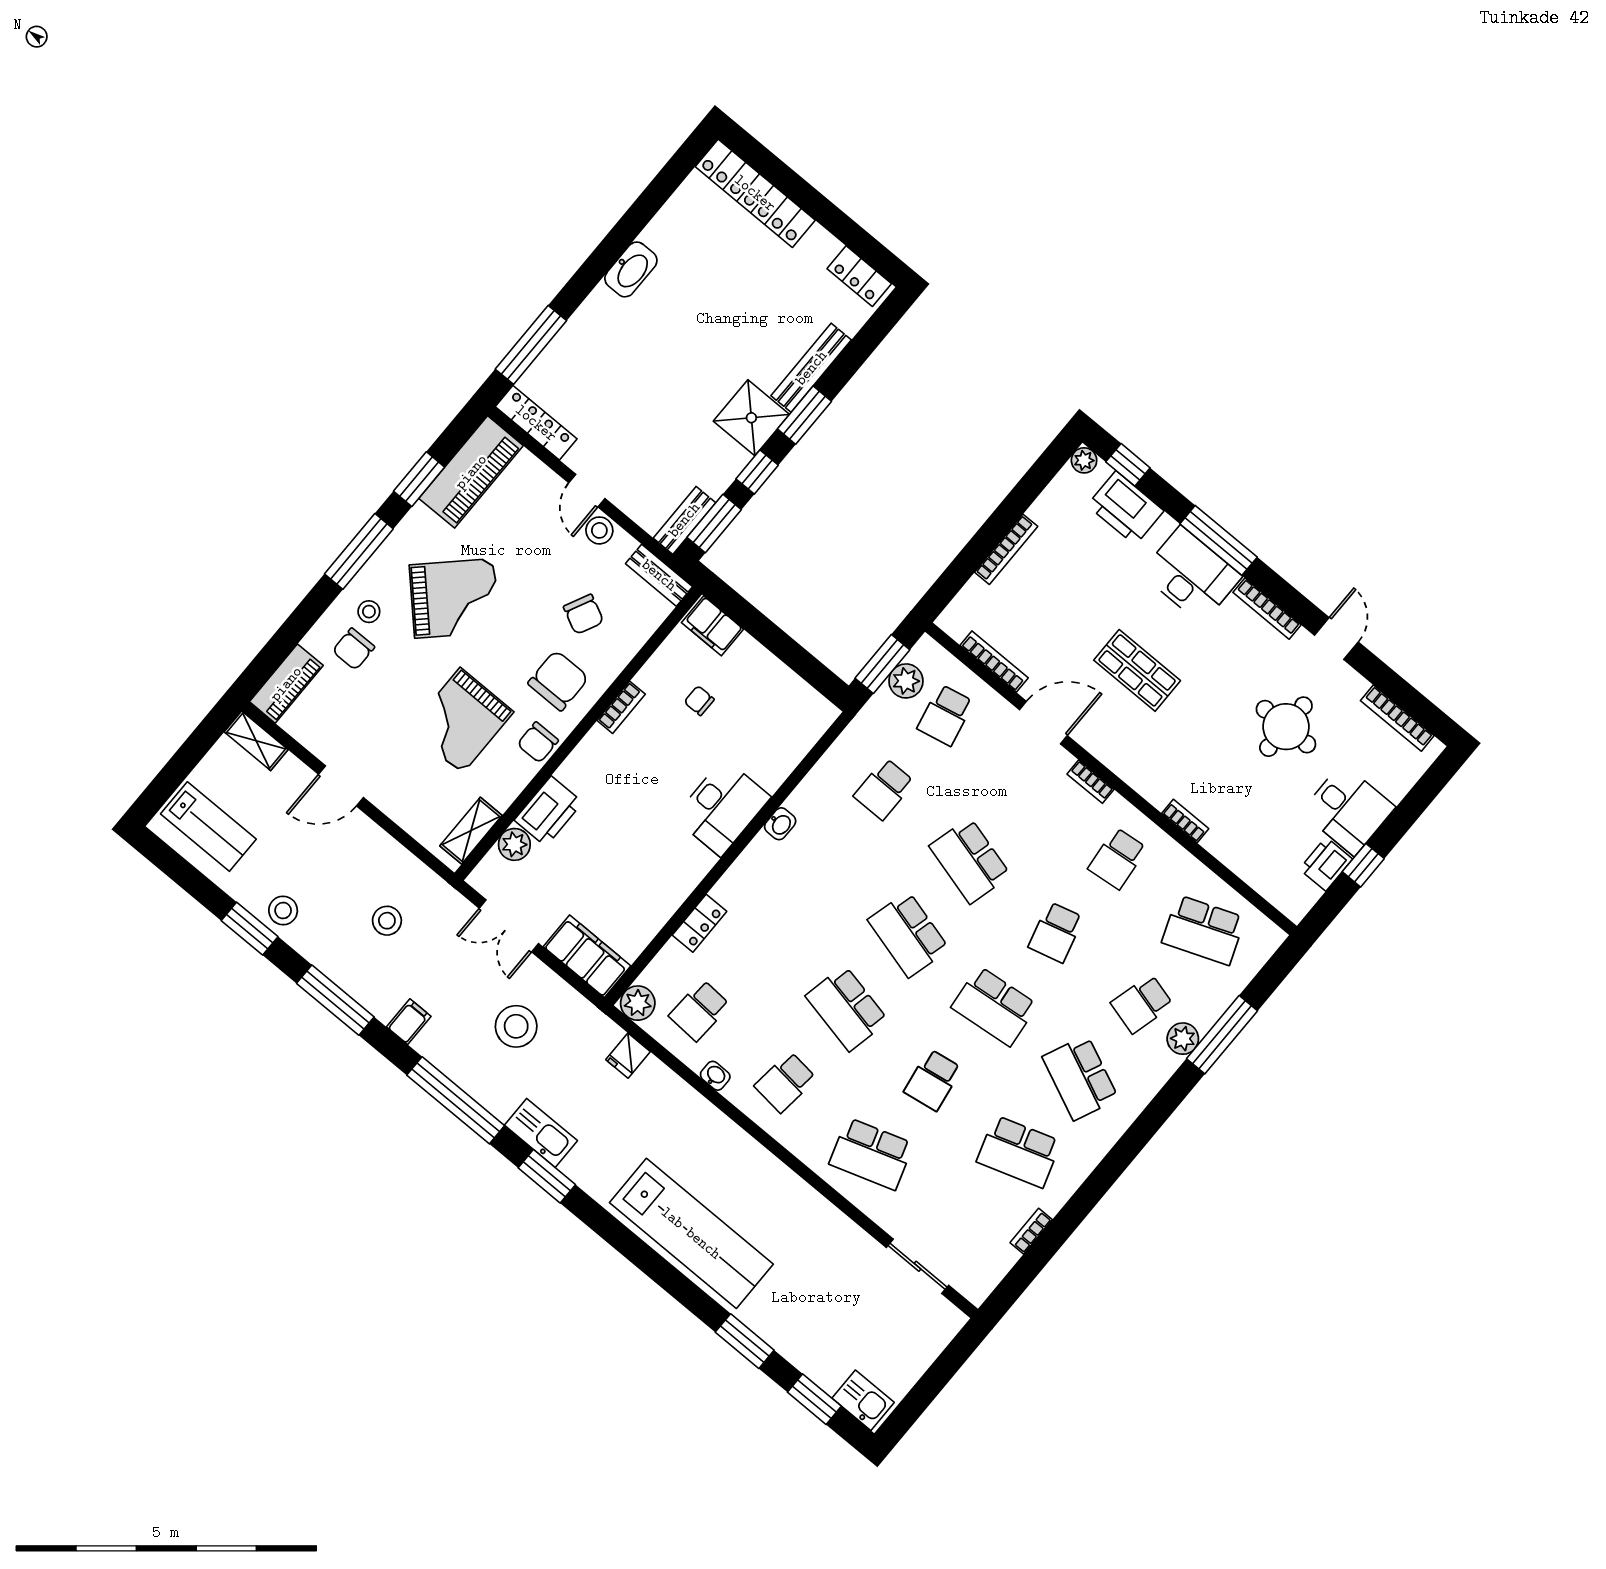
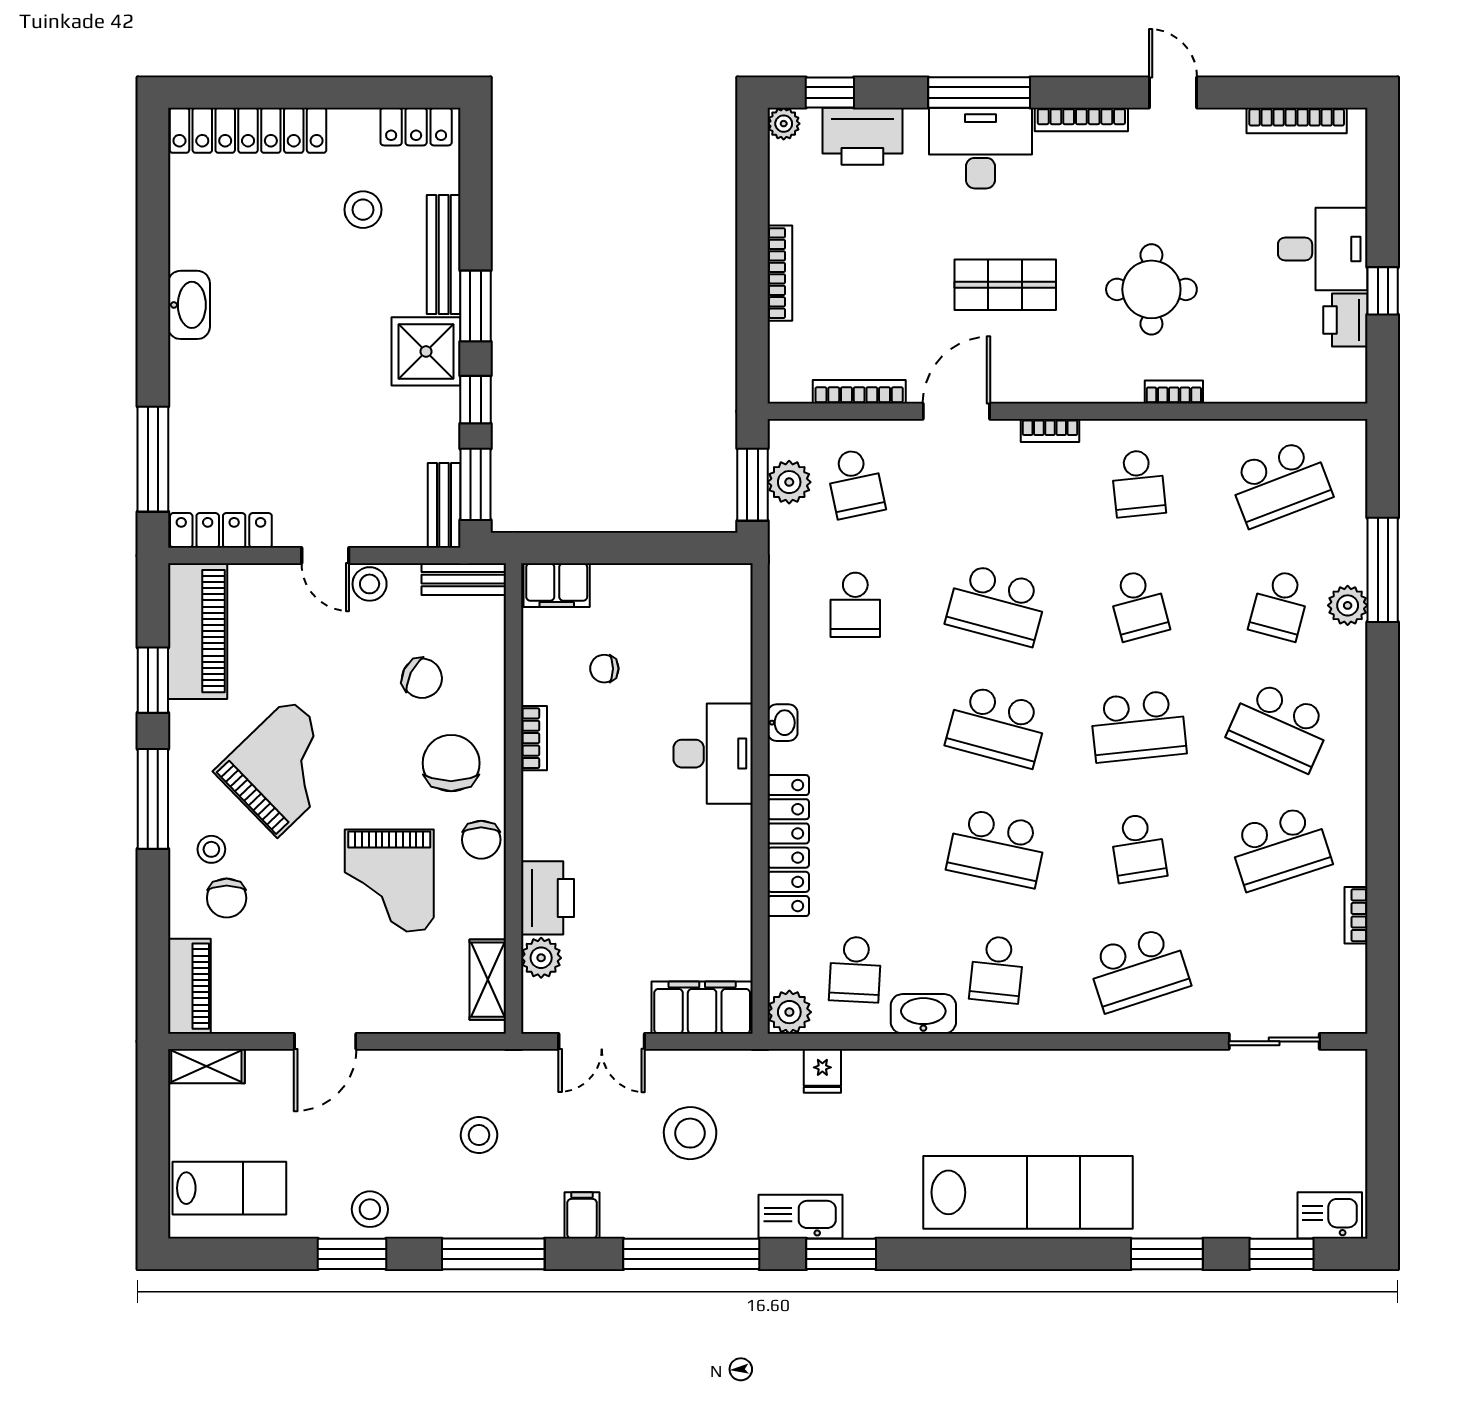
stool: (785, 300) -> (363, 210), added
round table: (1286, 727) -> (1151, 289), moved
locker: (700, 923) -> (788, 846), width x2.16, depth x1.21
washbasin: (715, 1076) -> (923, 1014), width x1.91, depth x1.45

